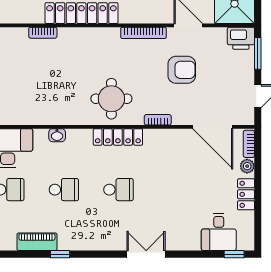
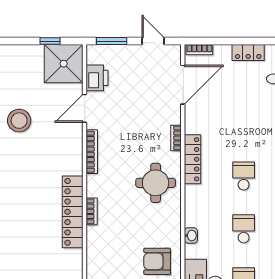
bookcase: (43, 33) -> (92, 211), moved
printer: (241, 38) -> (97, 78), moved
armchair: (182, 70) -> (157, 261), moved, turned -90
locker: (118, 137) -> (193, 159), moved
plant: (247, 166) -> (221, 51), removed

